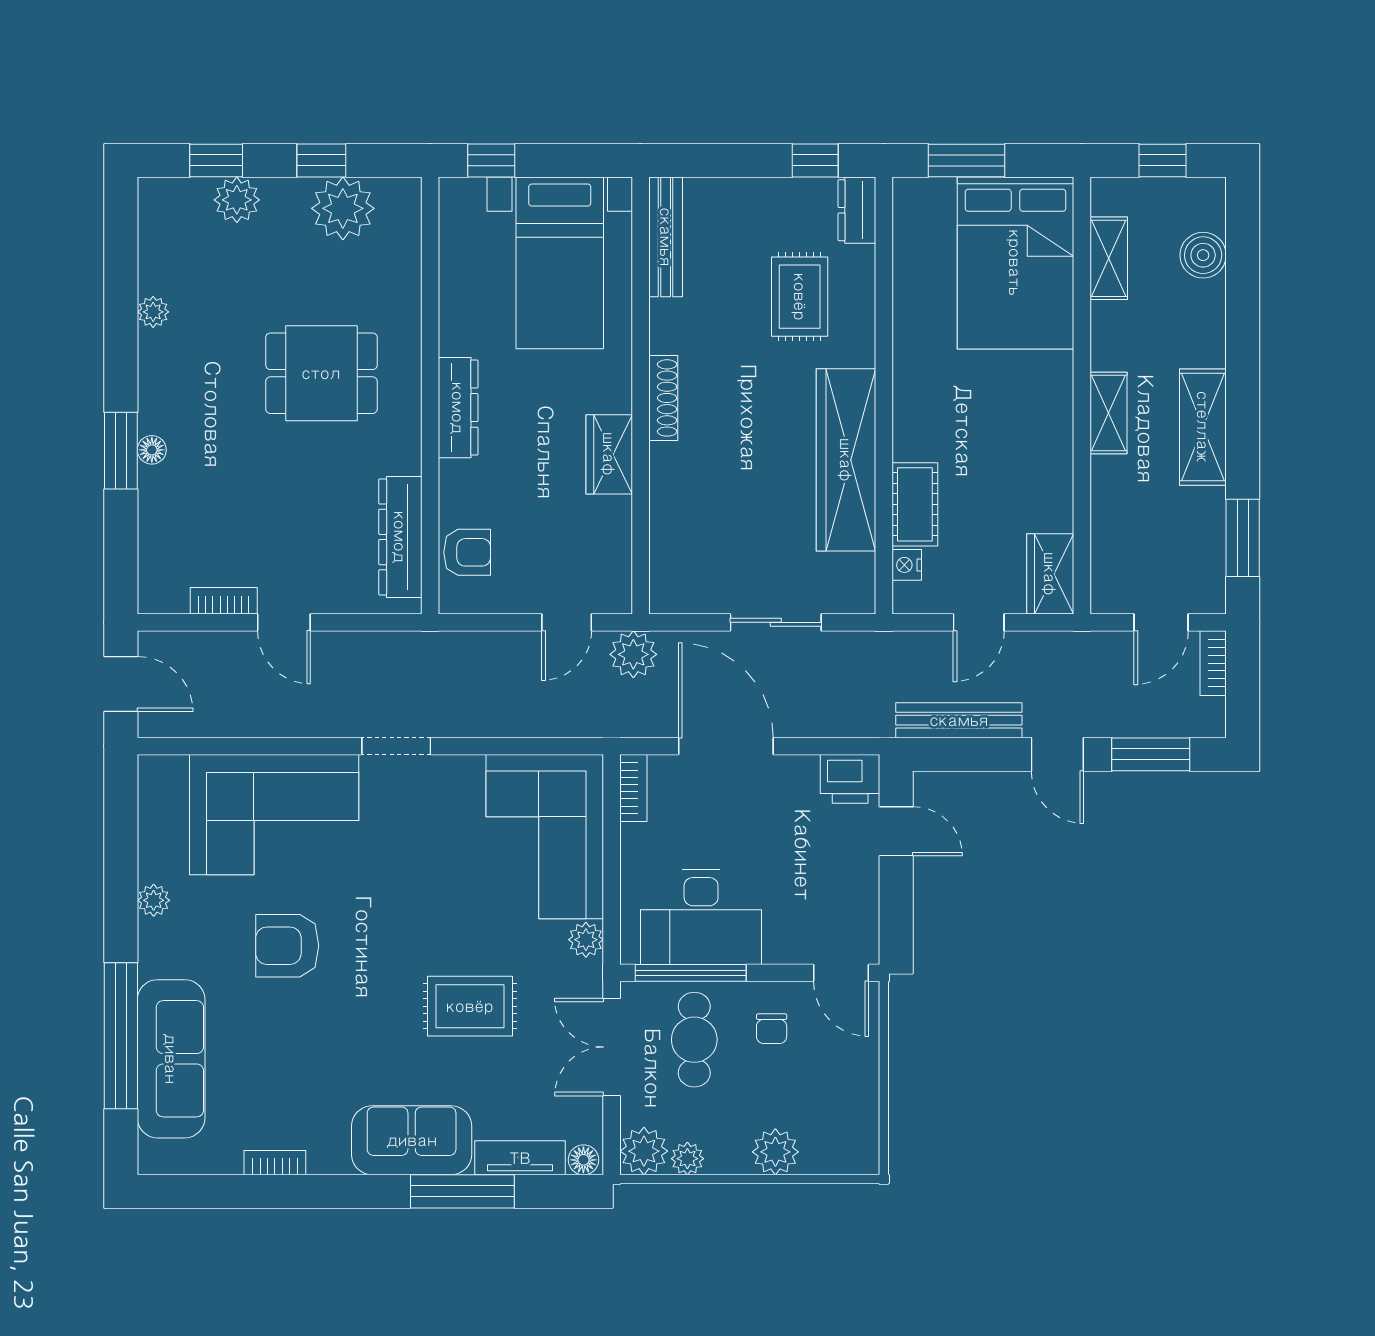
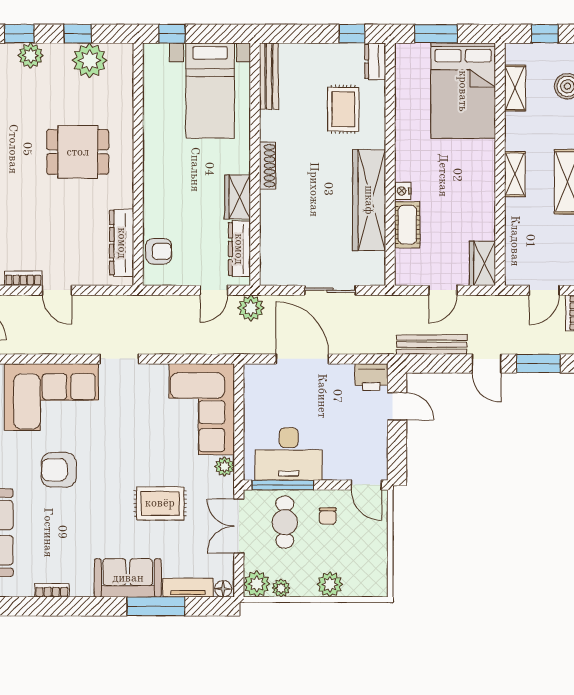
dresser: (458, 408) -> (239, 249), moved, turned 180
nightstand: (907, 565) -> (403, 191), moved
bookcase: (633, 788) -> (251, 382), removed

